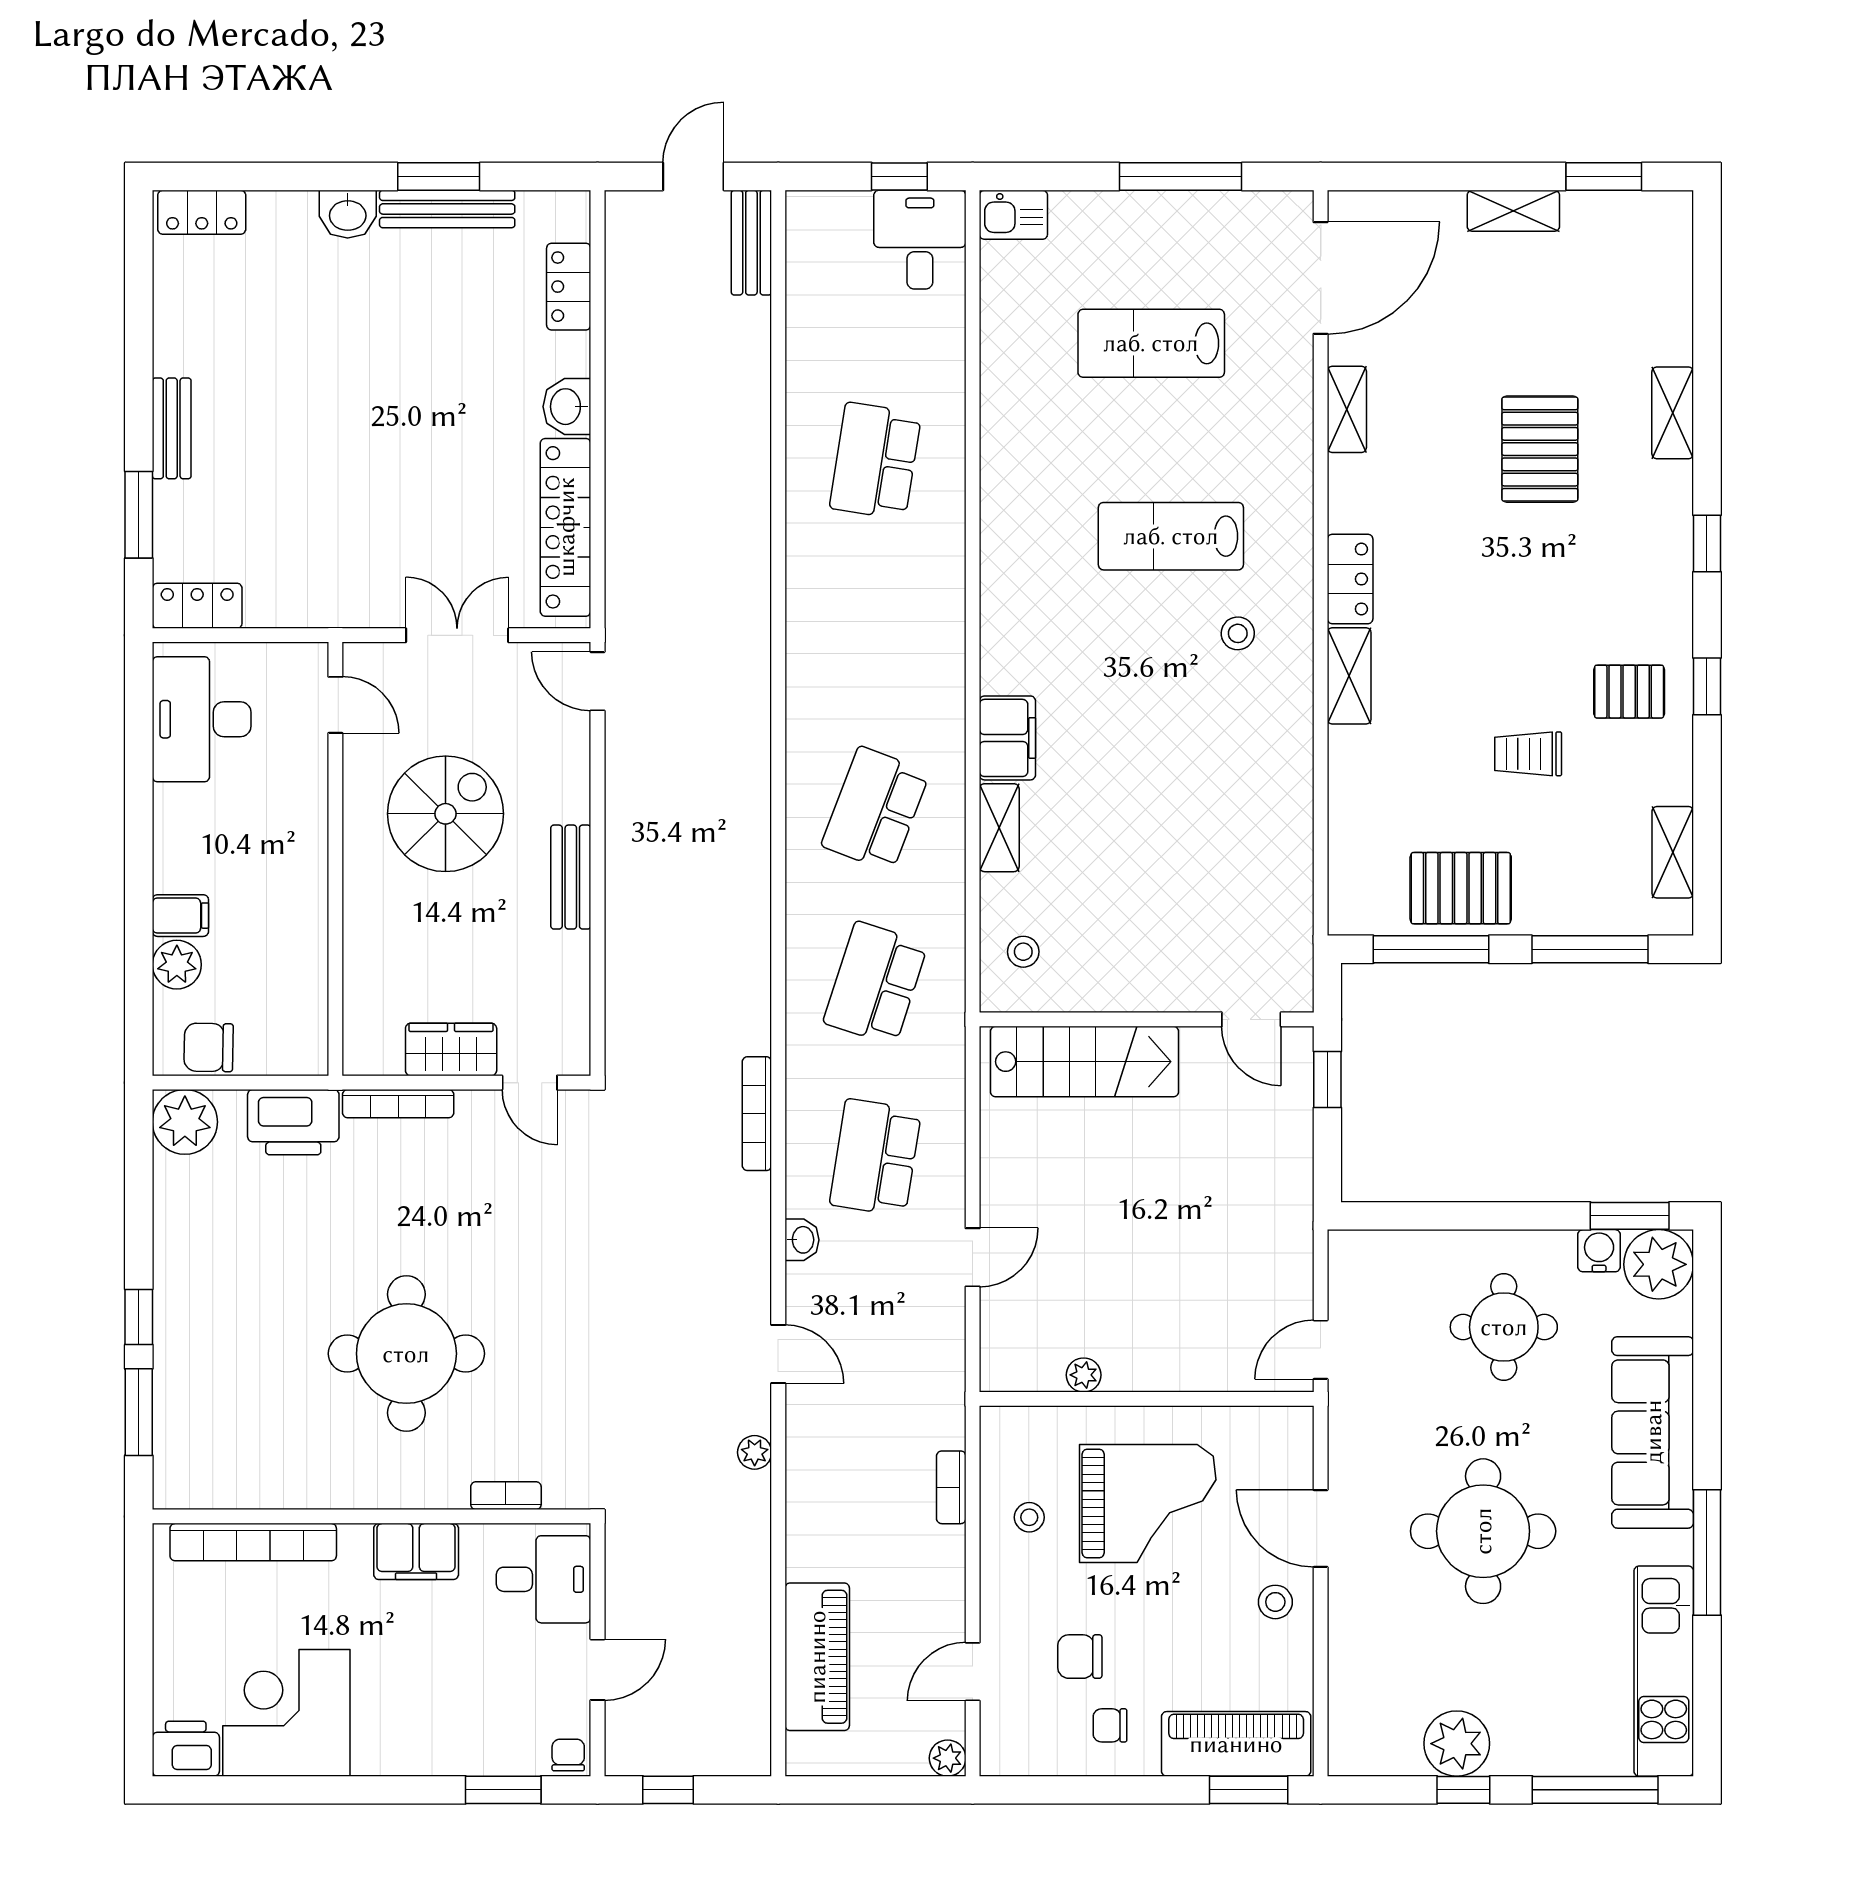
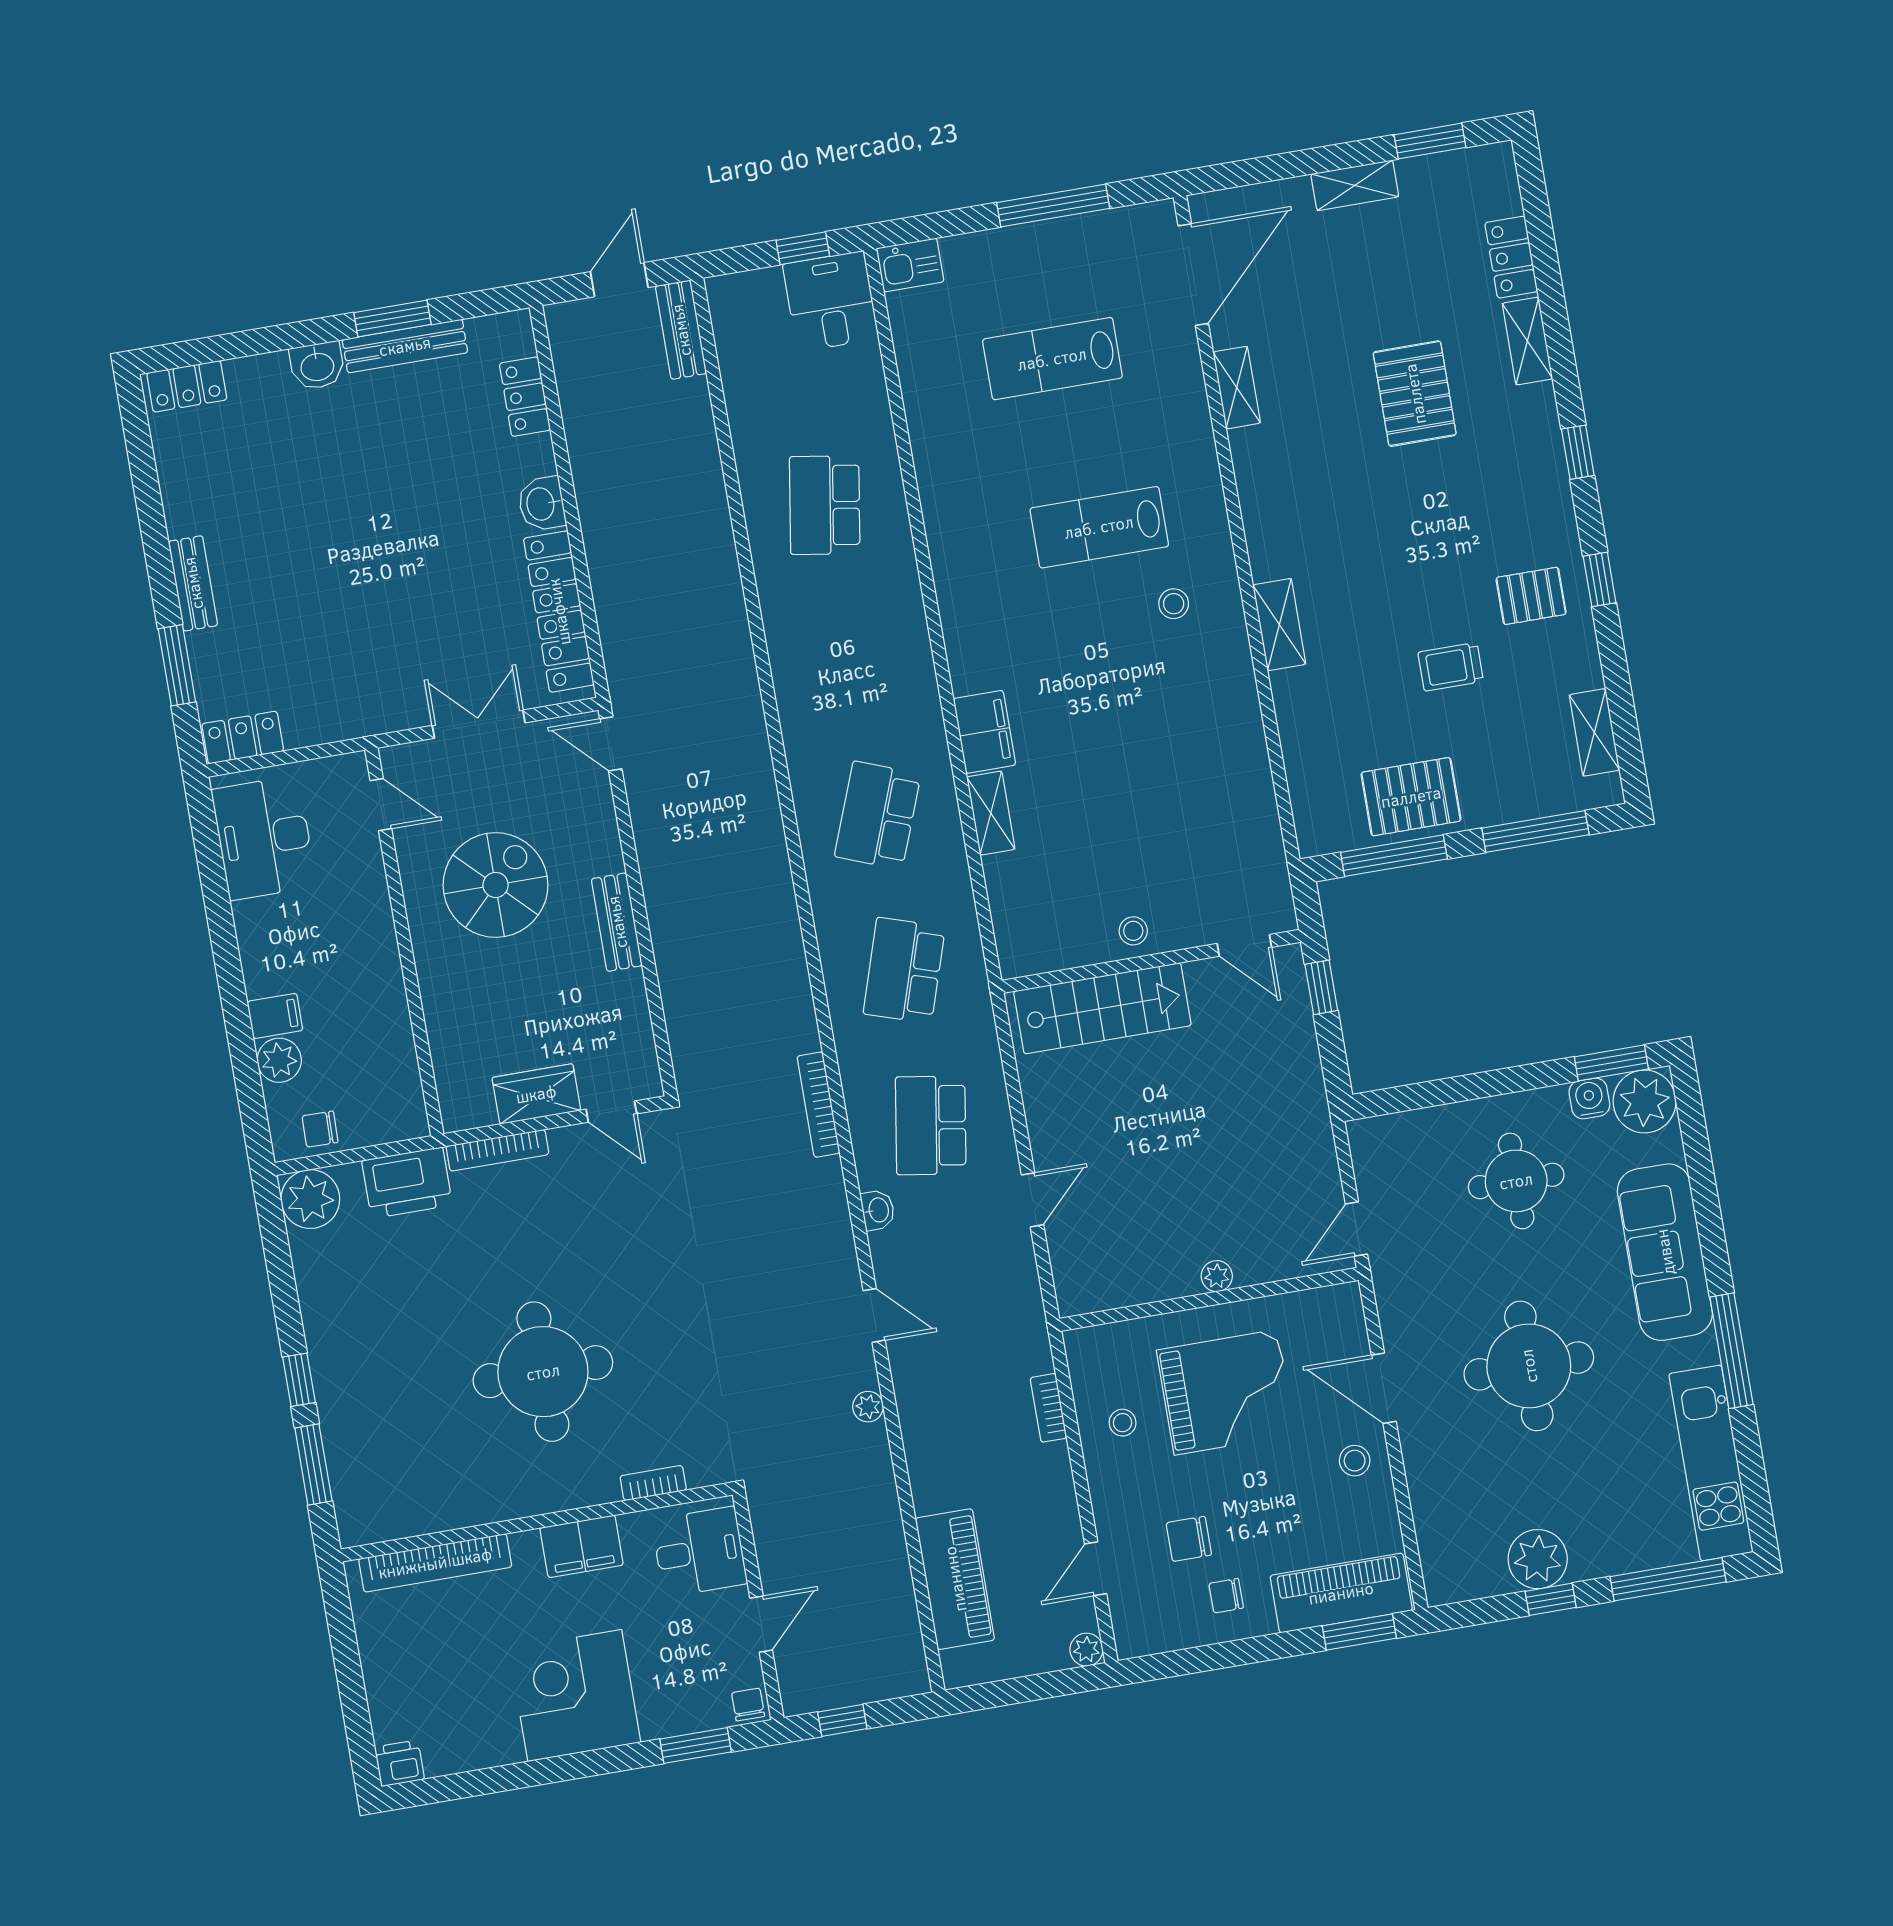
locker: (1350, 579) -> (1511, 257), moved, turned 180
stool: (1023, 952) -> (1133, 931), moved
chair: (209, 1047) -> (320, 1129), width x0.73, depth x0.73
plant: (1084, 1375) -> (1217, 1276), moved
corner desk: (286, 1713) -> (575, 1696), moved
printer: (186, 1749) -> (399, 1763), width x0.73, depth x0.81

